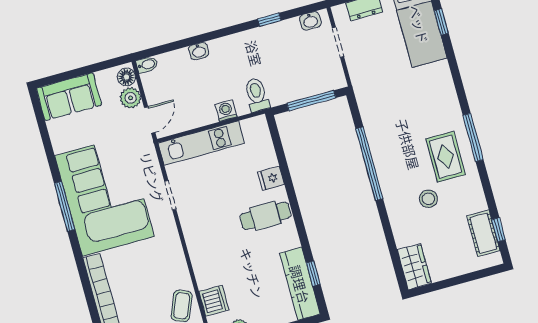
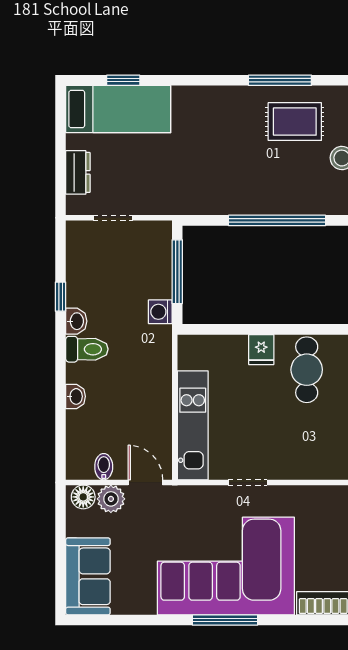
washbasin: (310, 21) -> (76, 321), moved
bidet: (147, 65) -> (104, 467), moved
toilet: (257, 95) -> (87, 349), moved, turned 180
washing machine: (226, 111) -> (160, 312), moved

